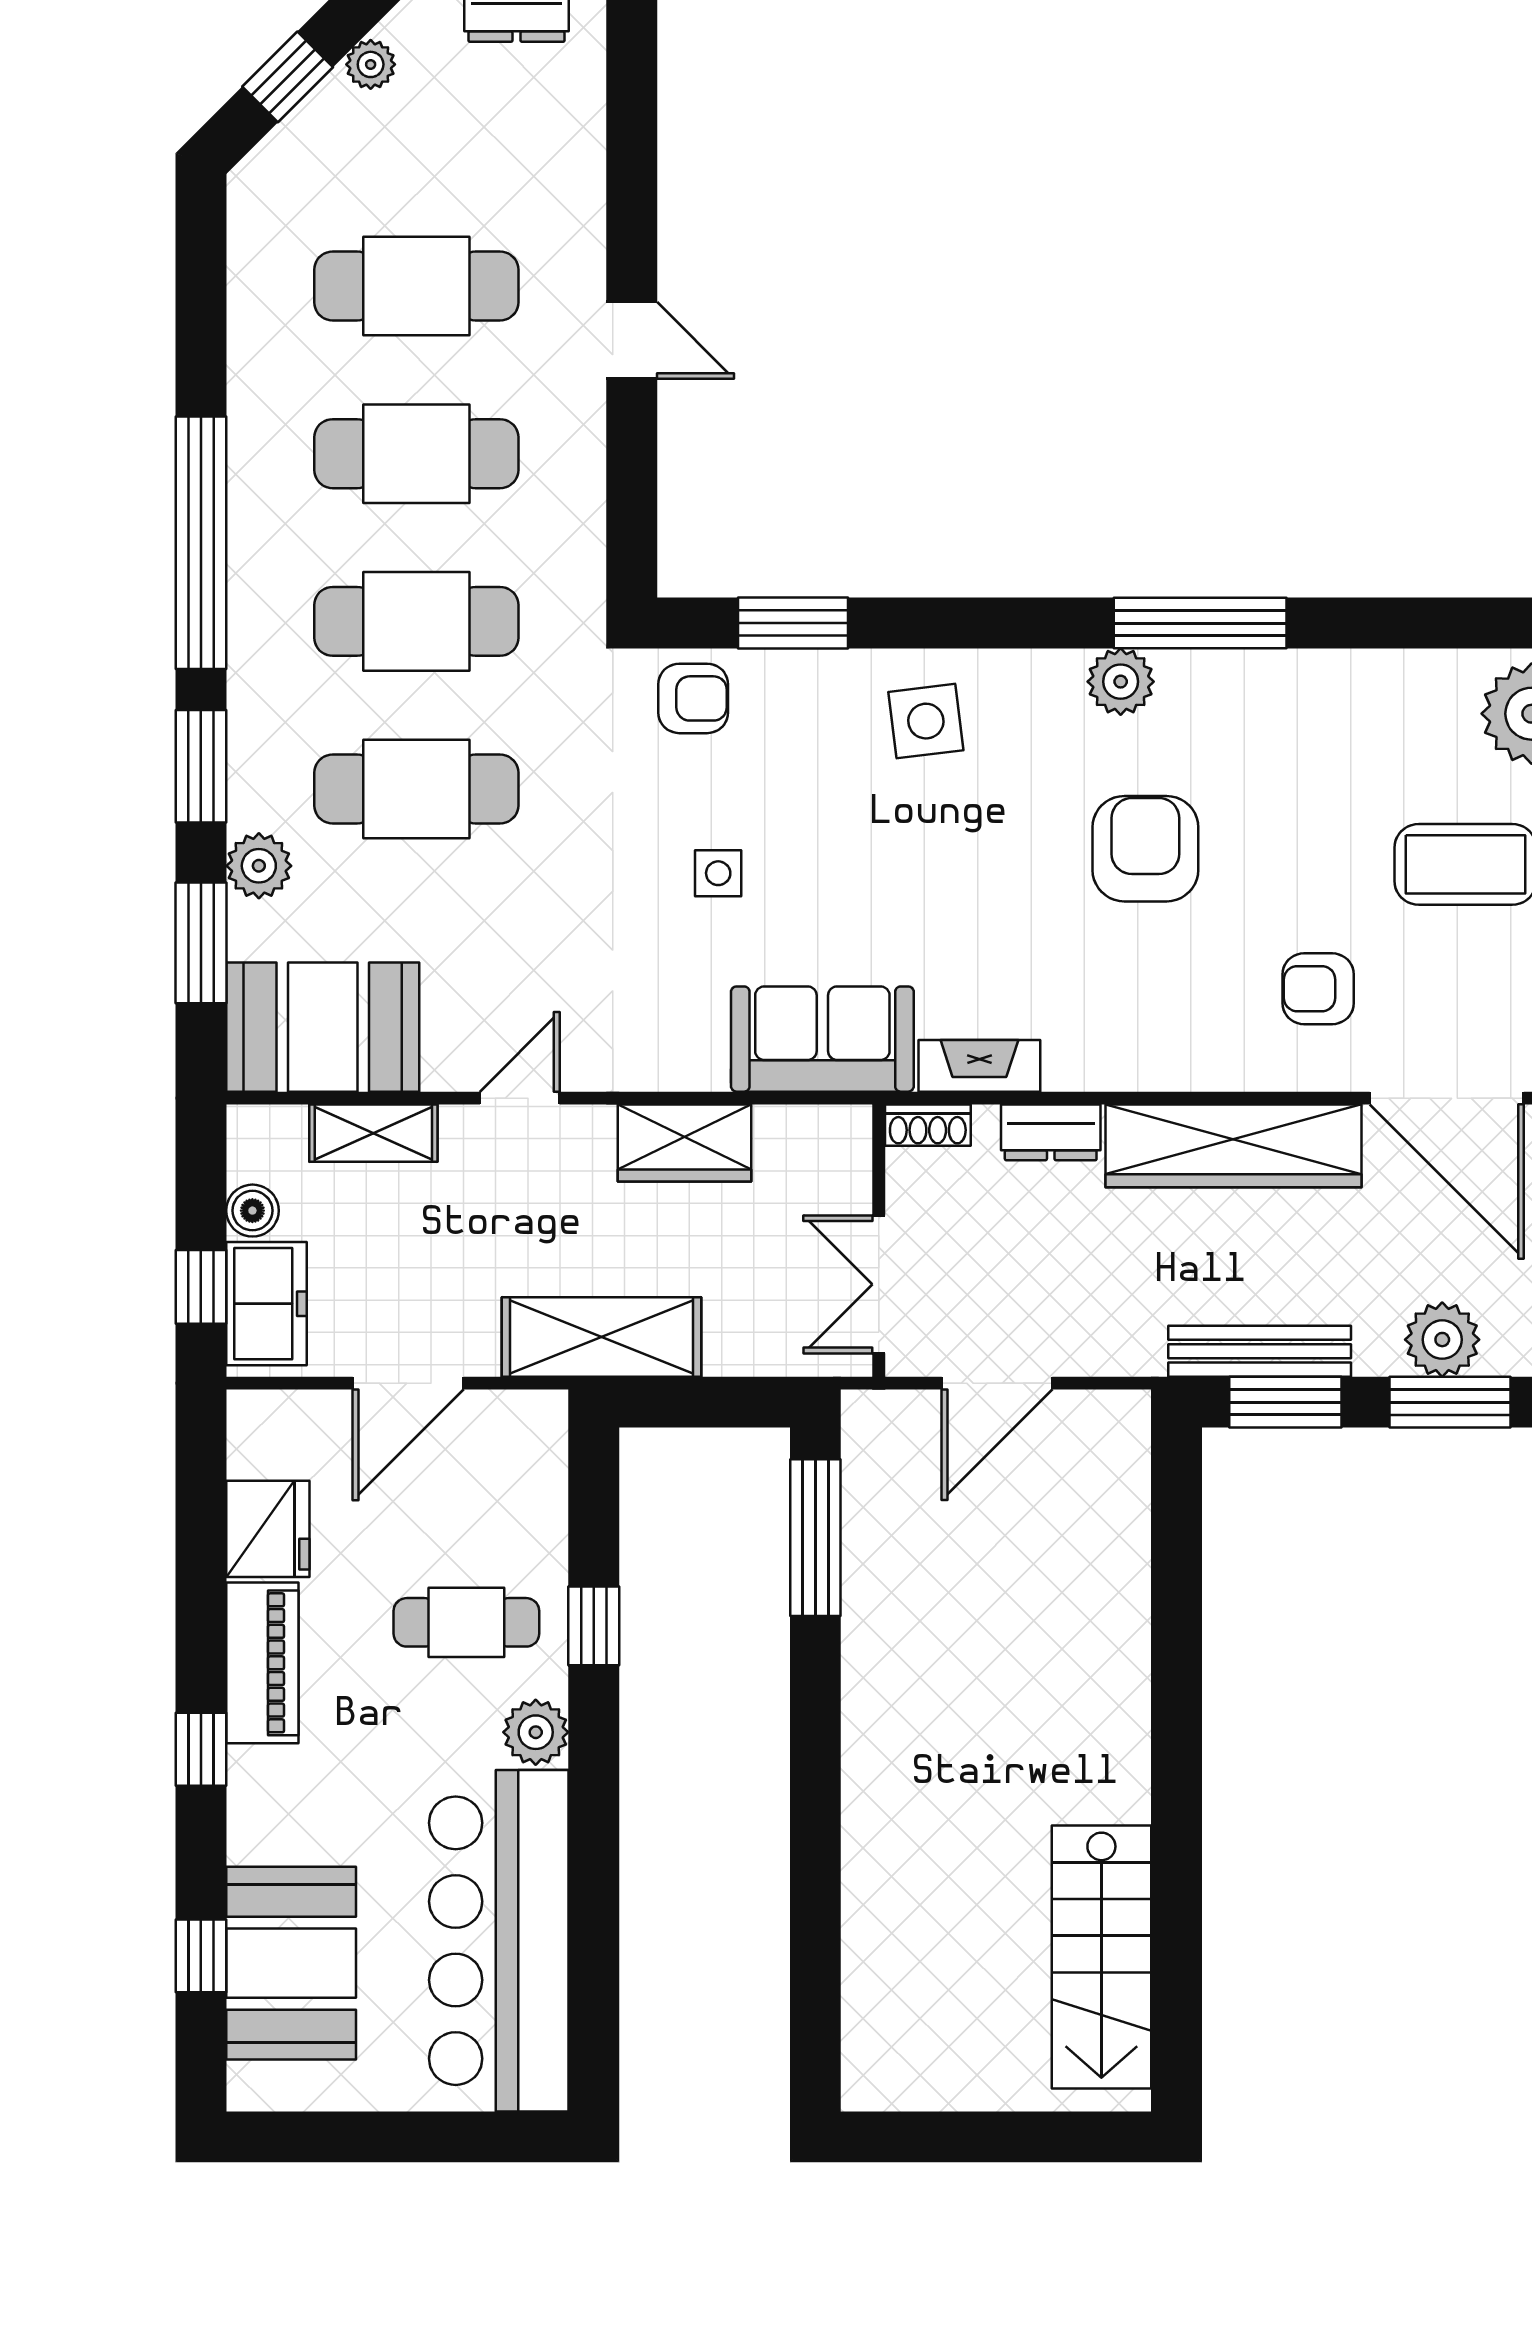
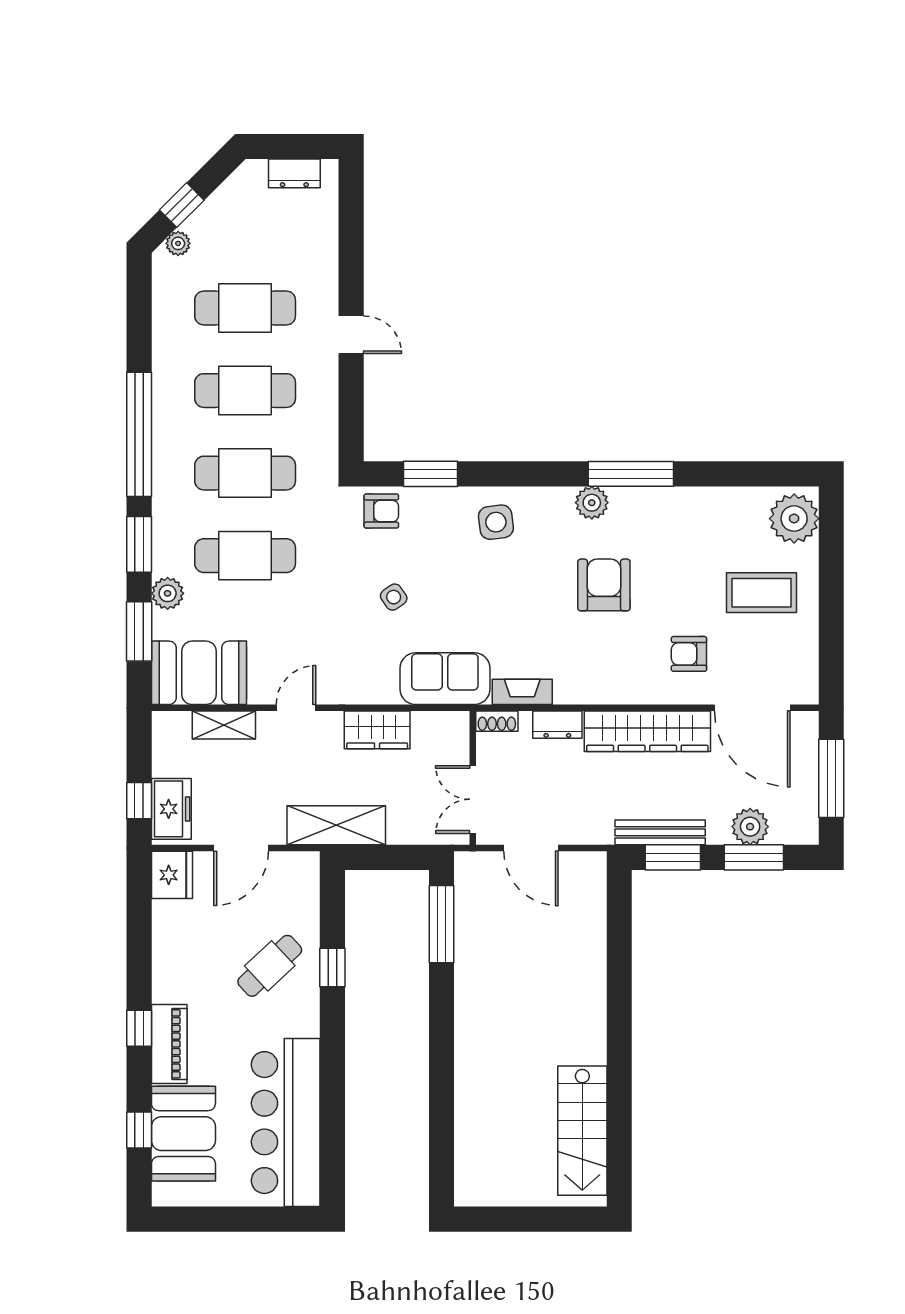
plant: (371, 64) -> (178, 243), moved
side table: (718, 873) -> (394, 597), turned -35
boiler: (252, 1211) -> (164, 763), removed
door: (997, 1383) -> (531, 848), hinge flipped
fridge: (268, 1529) -> (172, 875), moved
cafe table: (466, 1622) -> (270, 966), turned -43
piano: (262, 1663) -> (169, 1044), moved
plant: (536, 1732) -> (304, 1020), removed

